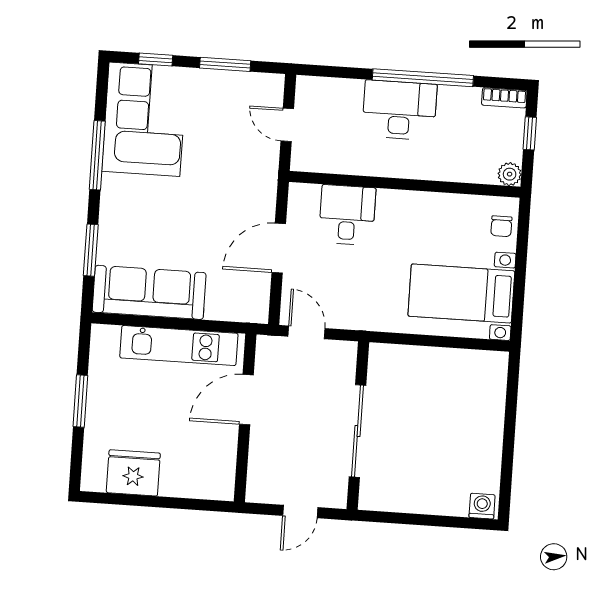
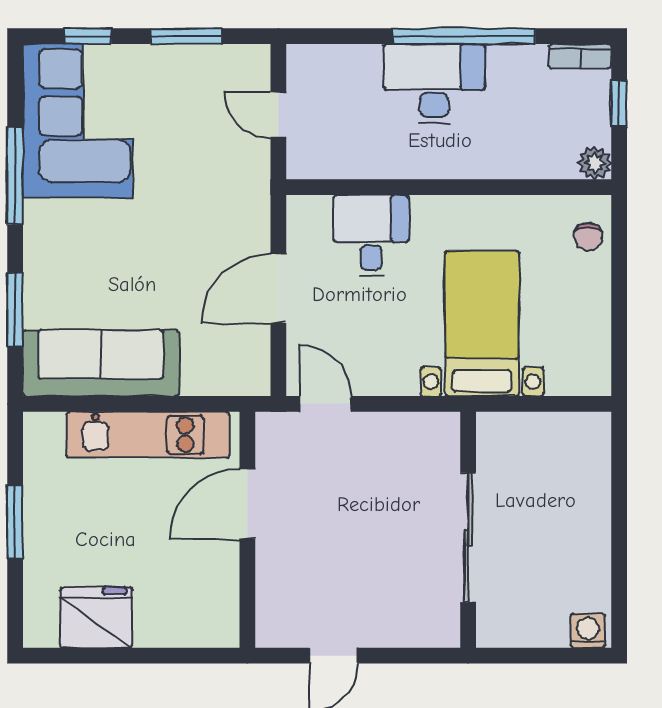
bed with nightstands: (461, 293) -> (482, 323), moved, turned 90
wall: (358, 426) -> (468, 530), moved
sliding door: (357, 431) -> (468, 537), moved

